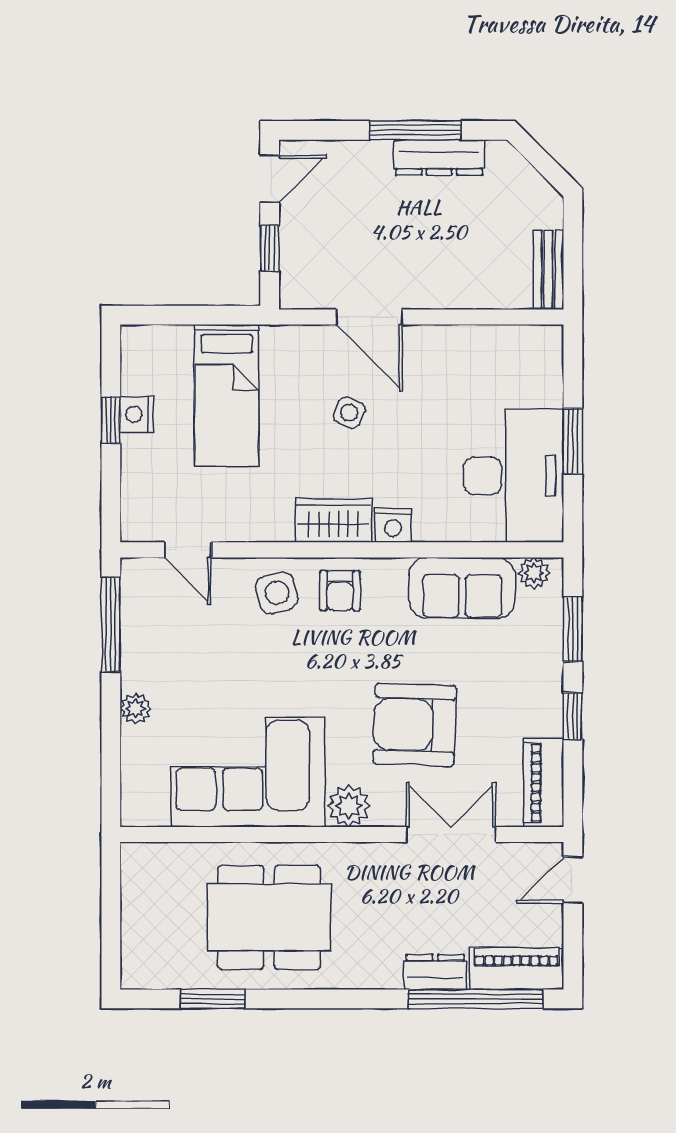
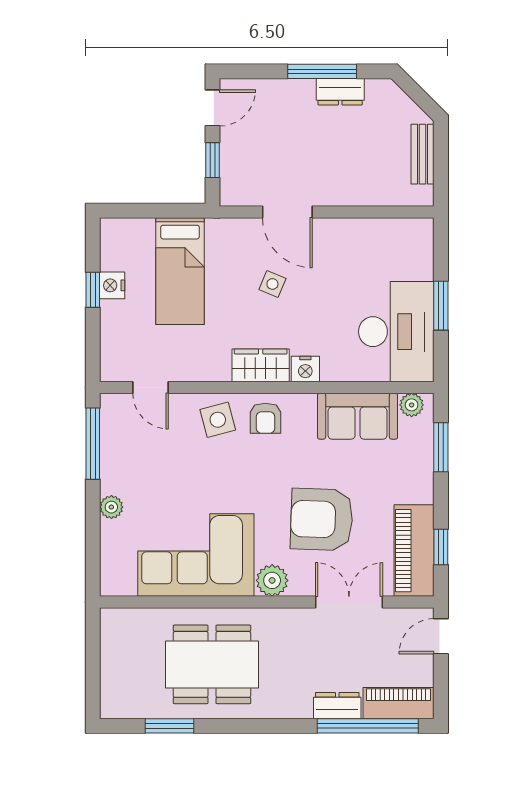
dresser: (439, 157) -> (340, 92), width x0.70
bench: (548, 270) -> (422, 154), moved
window: (573, 716) -> (441, 547), moved
piano: (544, 783) -> (414, 551), width x1.37, depth x1.33

